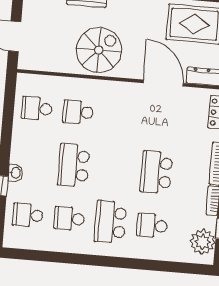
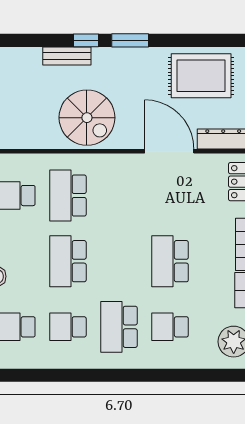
spiral stairs: (99, 50) -> (87, 118), turned 90
school desk: (78, 112) -> (68, 196), width x1.85

